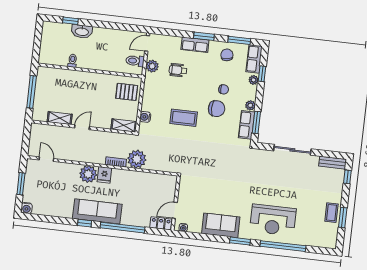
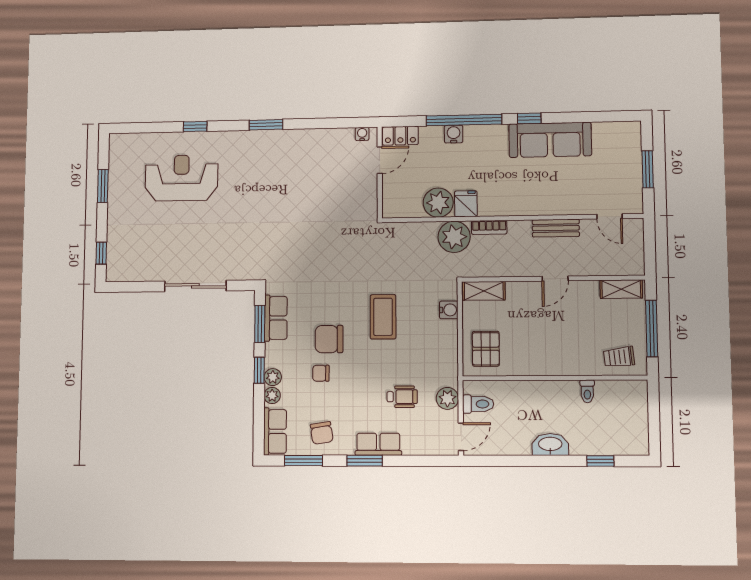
washbasin: (82, 31) -> (550, 445), moved
window: (262, 74) -> (259, 370), moved
trolley: (52, 78) -> (619, 357), added
pallet: (127, 92) -> (486, 349), turned 90
plant: (250, 105) -> (273, 377), moved
shelving: (60, 118) -> (621, 289), moved
coffee table: (184, 118) -> (383, 317), turned 90
bench: (333, 163) -> (556, 228), moved
plant: (88, 174) -> (438, 203), moved
fridge: (104, 175) -> (466, 204), moved
water cooler: (27, 208) -> (454, 134), moved
sofa: (97, 211) -> (550, 140), moved
coffee table: (331, 213) -> (122, 191), removed
reception desk: (273, 220) -> (181, 178), moved
sofa: (221, 225) -> (300, 146), removed
window: (283, 246) -> (195, 126), width x0.32

